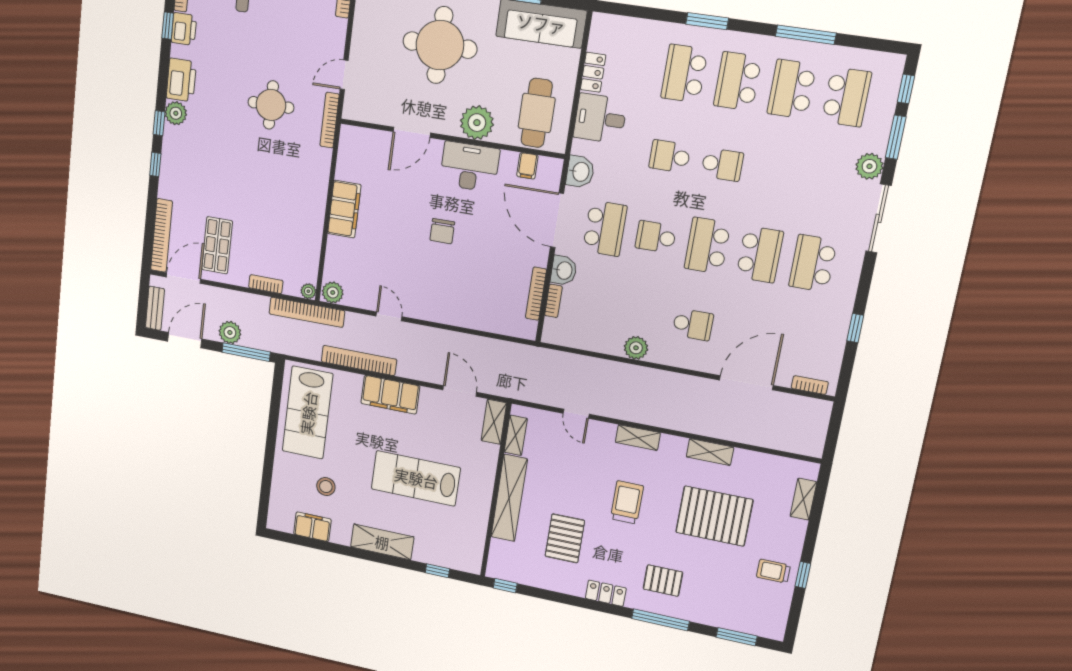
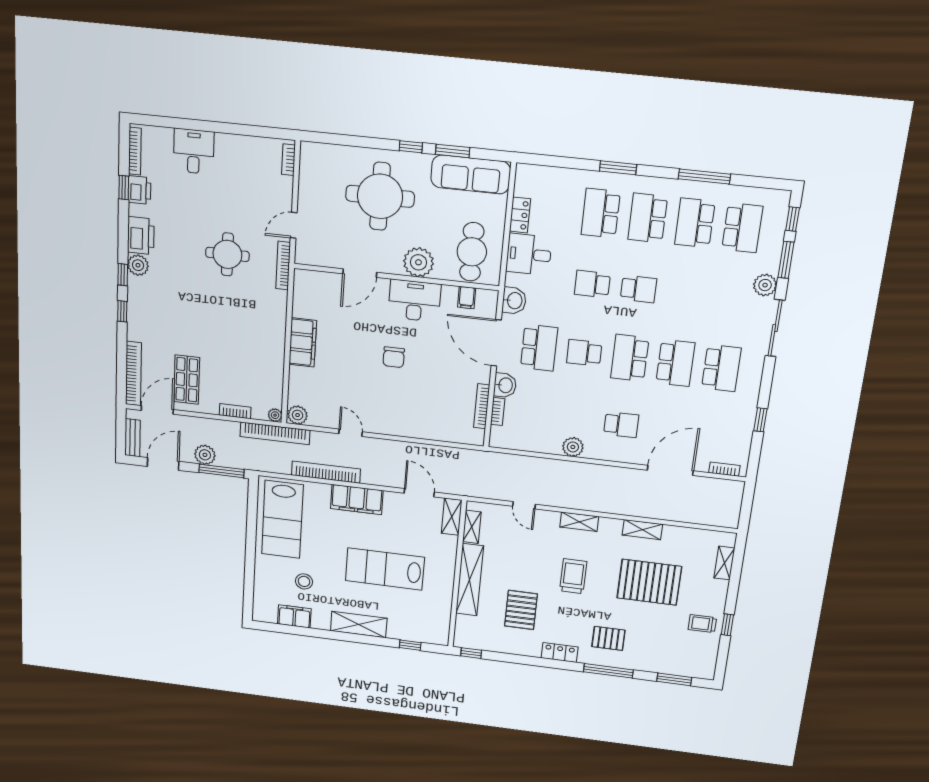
school desk: (813, 263) -> (721, 368), turned 180

